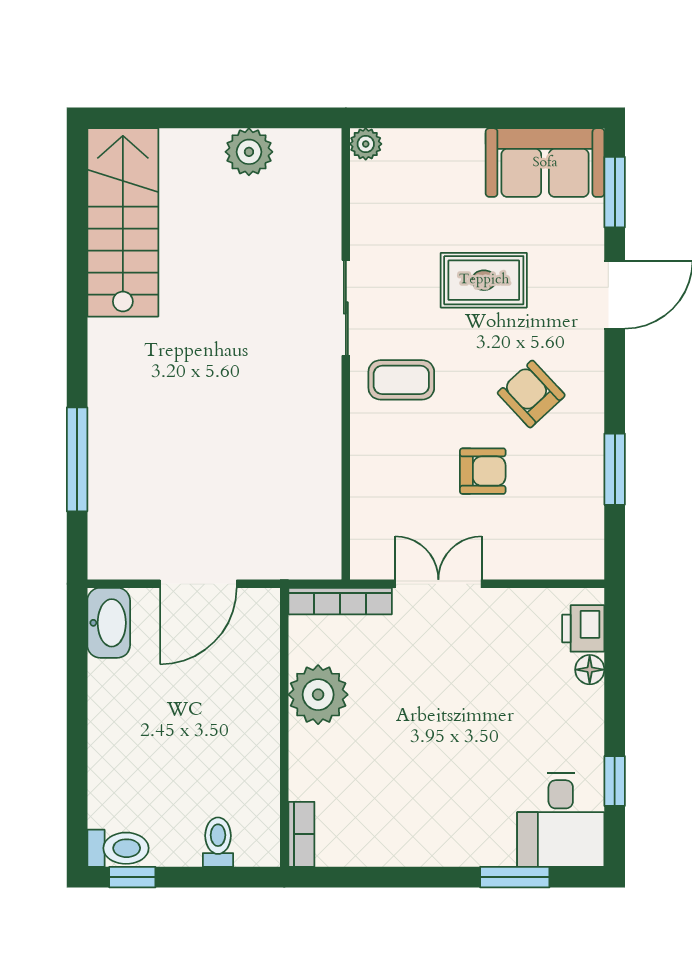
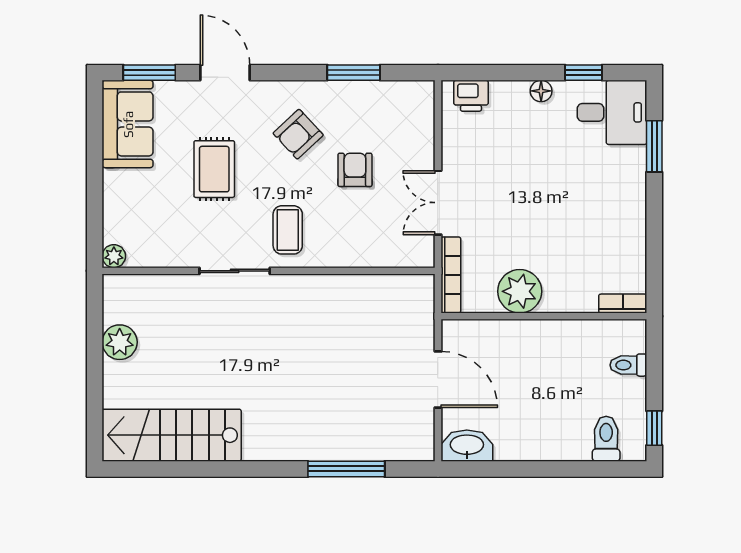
floor lamp: (590, 670) -> (541, 91), moved
toilet: (118, 848) -> (606, 439), moved

